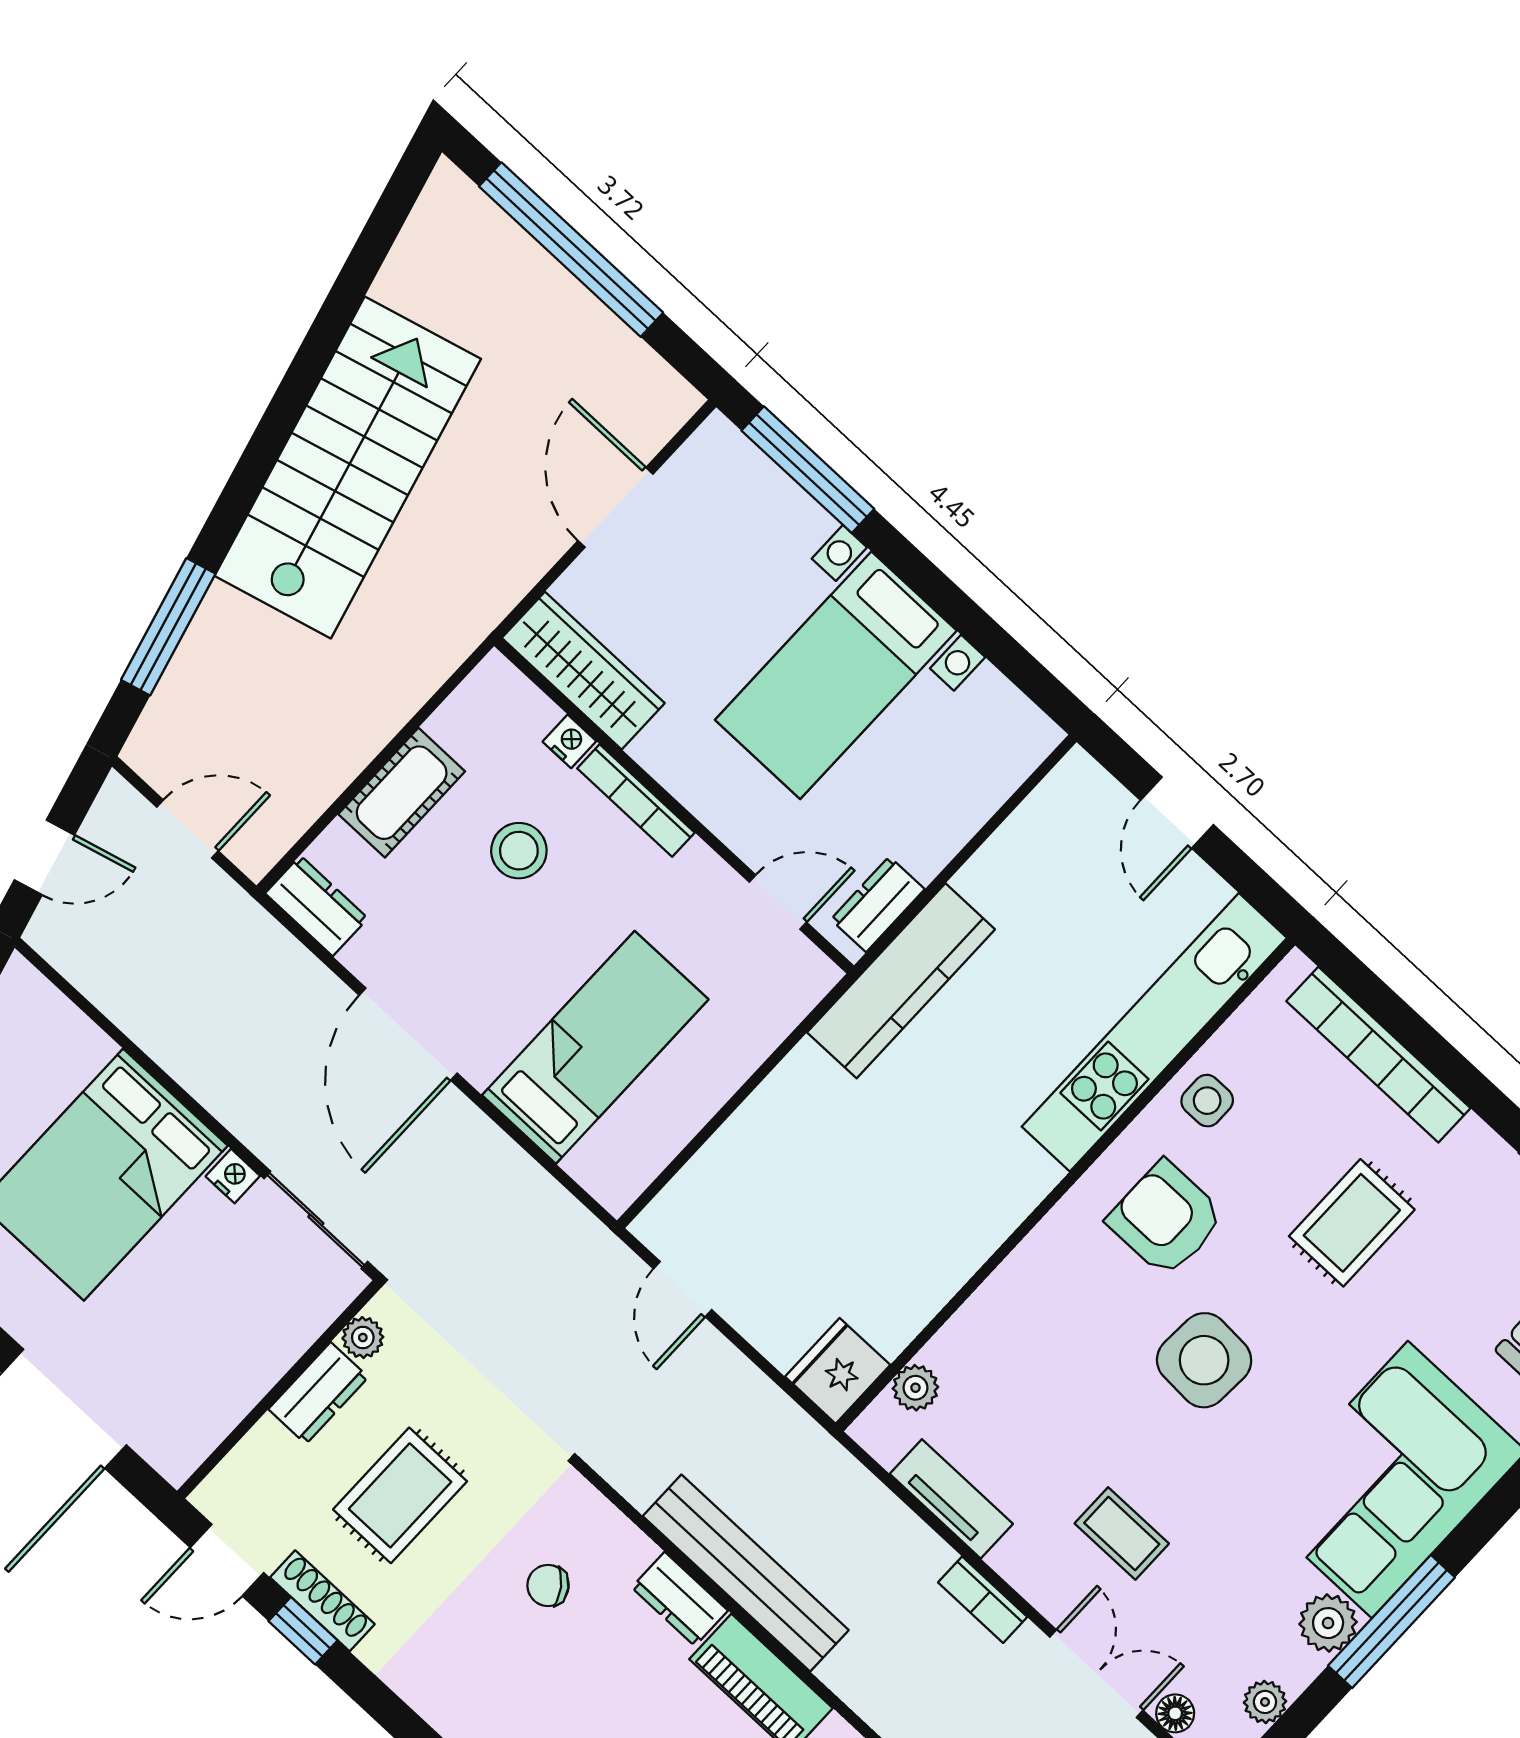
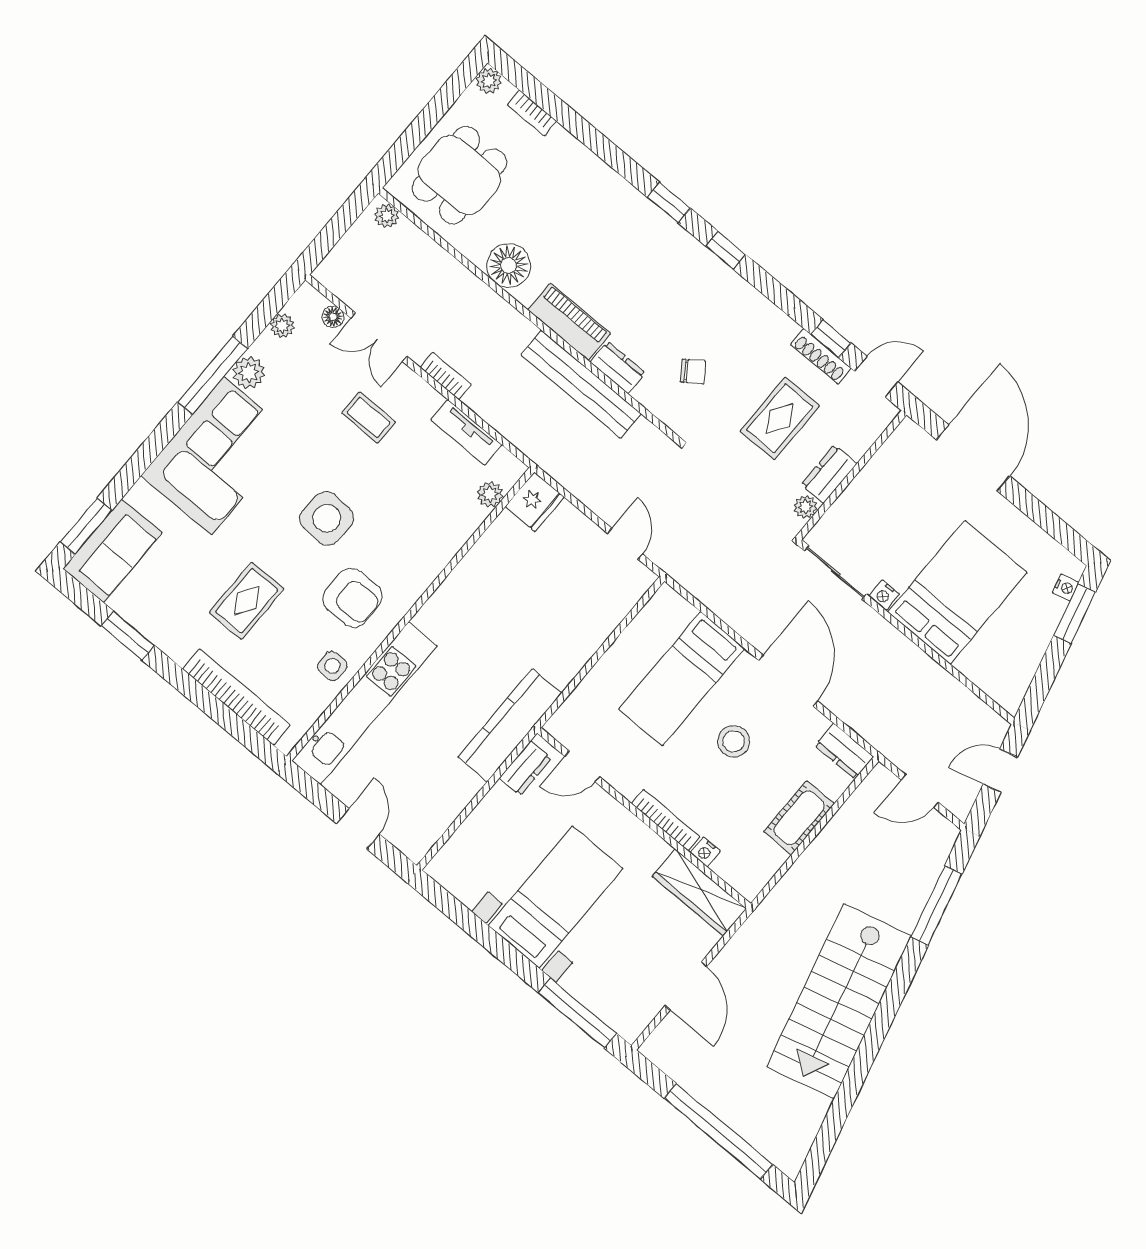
stool: (519, 851) -> (734, 741), moved

